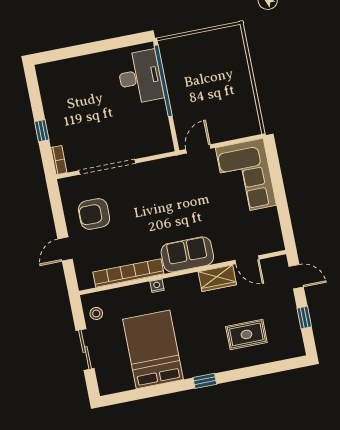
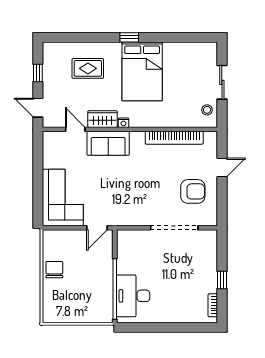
chair: (239, 89) -> (54, 270), added
window: (42, 131) -> (222, 280), moved
bookcase: (59, 160) -> (213, 305), moved
sofa: (187, 254) -> (108, 143), moved
nightstand: (157, 286) -> (123, 123), moved
bed: (153, 349) -> (142, 71), moved

